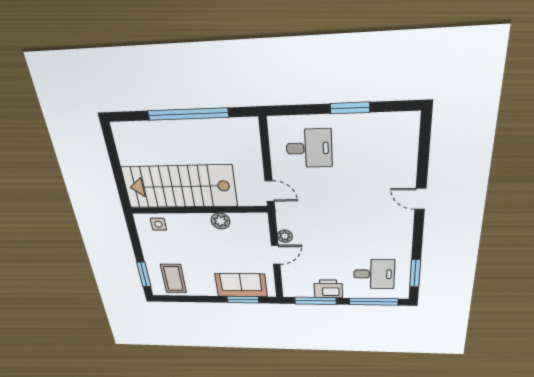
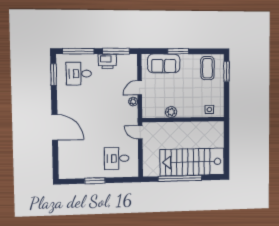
stairs: (179, 187) -> (192, 162), moved, turned 180
door: (420, 199) -> (55, 127), width x1.88
window: (243, 300) -> (178, 51), moved

